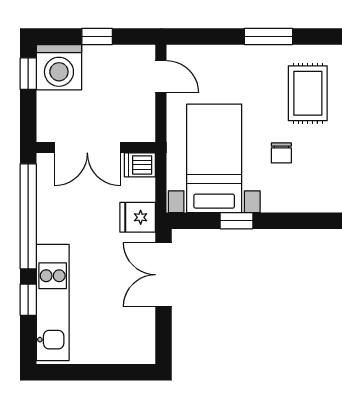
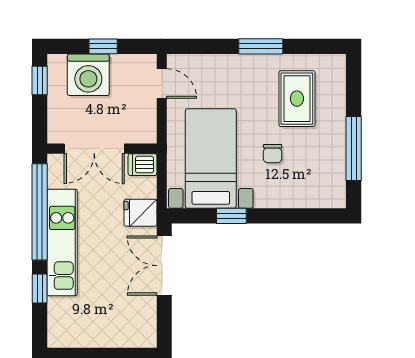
washing machine: (59, 67) -> (88, 75), moved
kitchen unit: (53, 302) -> (62, 242), moved

